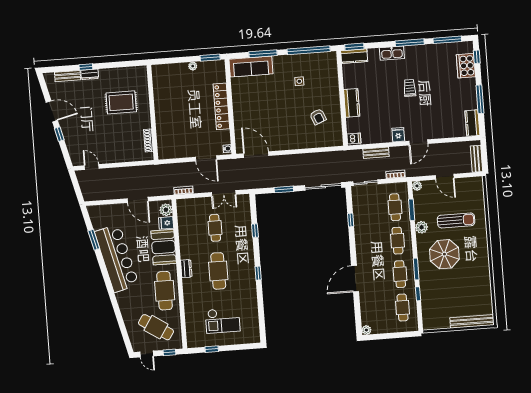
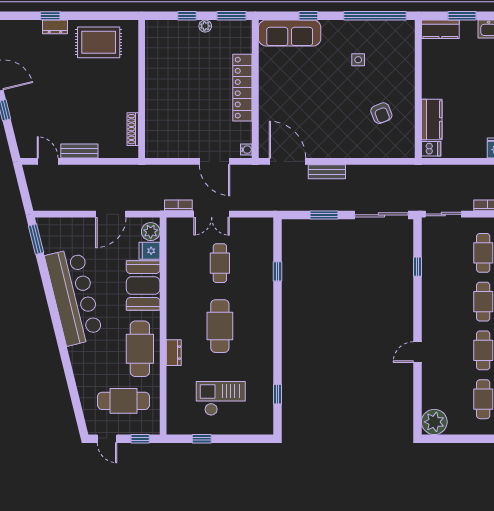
window: (354, 47) -> (462, 16), moved
window: (263, 54) -> (308, 16), width x0.46
window: (180, 60) -> (187, 16), added
bench: (68, 76) -> (79, 151), moved
rug: (121, 102) -> (99, 42), moved
kitchen counter: (352, 103) -> (432, 120), moved
bench: (376, 153) -> (327, 172), moved
double door: (224, 193) -> (212, 214), moved
door: (138, 200) -> (111, 214), hinge flipped
window: (94, 240) -> (36, 239), moved
dresser: (186, 269) -> (174, 353), moved
window: (258, 273) -> (277, 394), moved
door: (355, 279) -> (417, 352), width x0.53
checkout: (223, 321) -> (221, 398), turned 180
cafe table: (156, 327) -> (123, 401), turned -33
plant: (366, 330) -> (434, 422), width x1.87, depth x1.87

